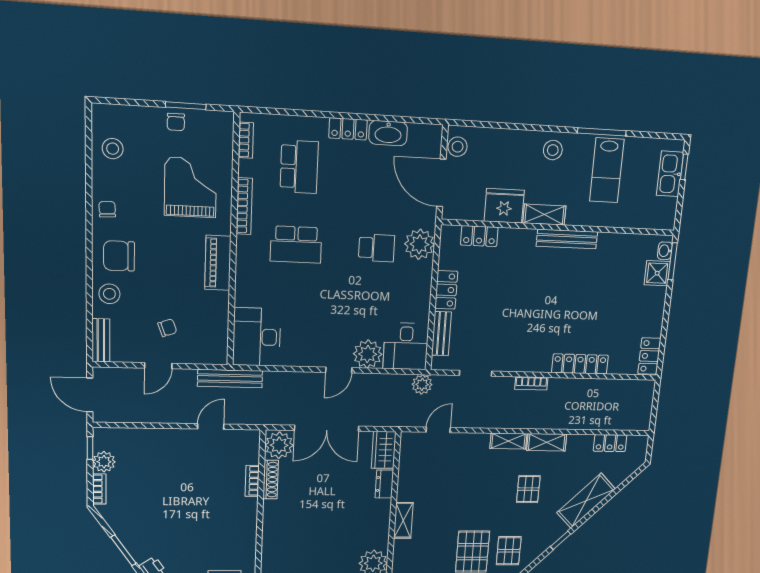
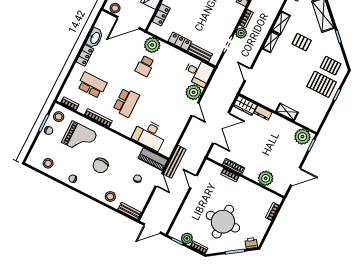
stool: (211, 130) -> (59, 117), added
grand piano: (190, 187) -> (79, 138), turned 180
school desk: (377, 248) -> (145, 66), turned 180
chair: (119, 256) -> (101, 165), moved
piano: (218, 263) -> (153, 159), moved
desk: (257, 337) -> (150, 135), moved
door: (158, 366) -> (159, 180), moved
plant: (422, 384) -> (241, 33), moved
plant: (279, 445) -> (266, 178), moved
round table: (166, 507) -> (223, 222), added

